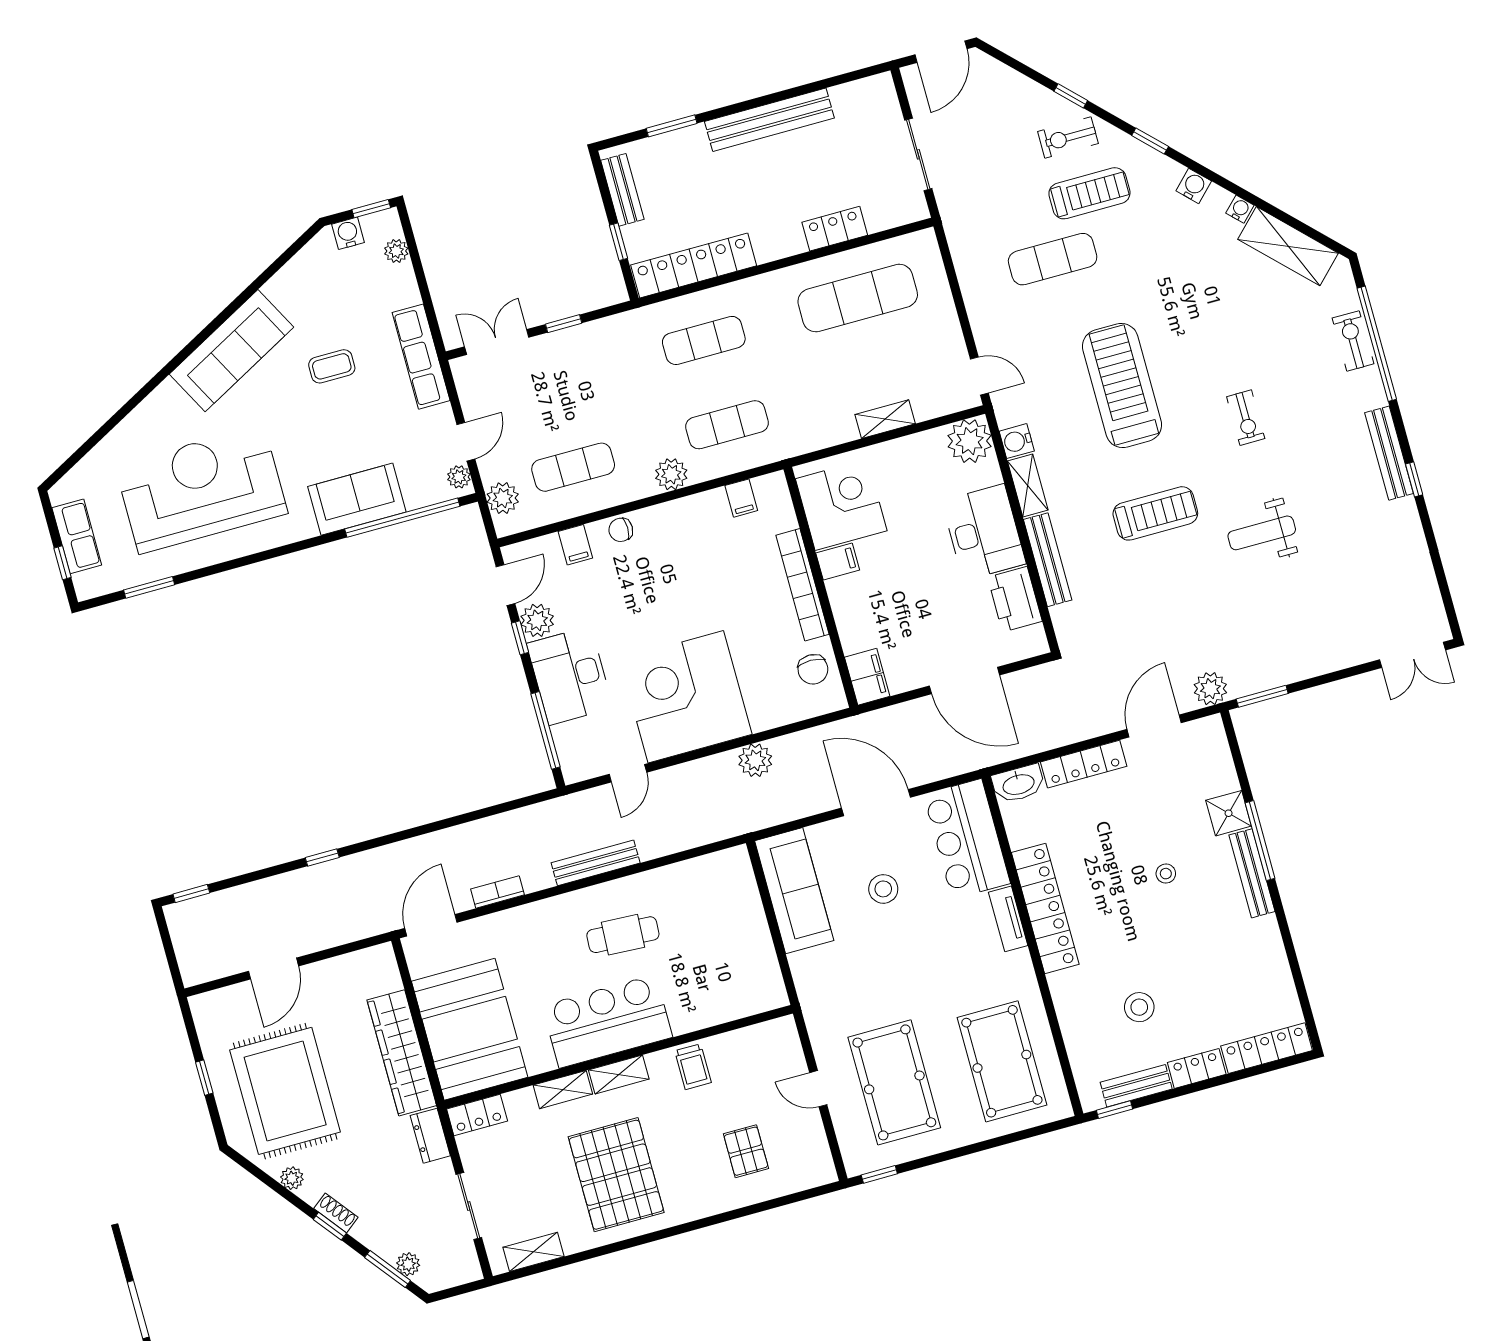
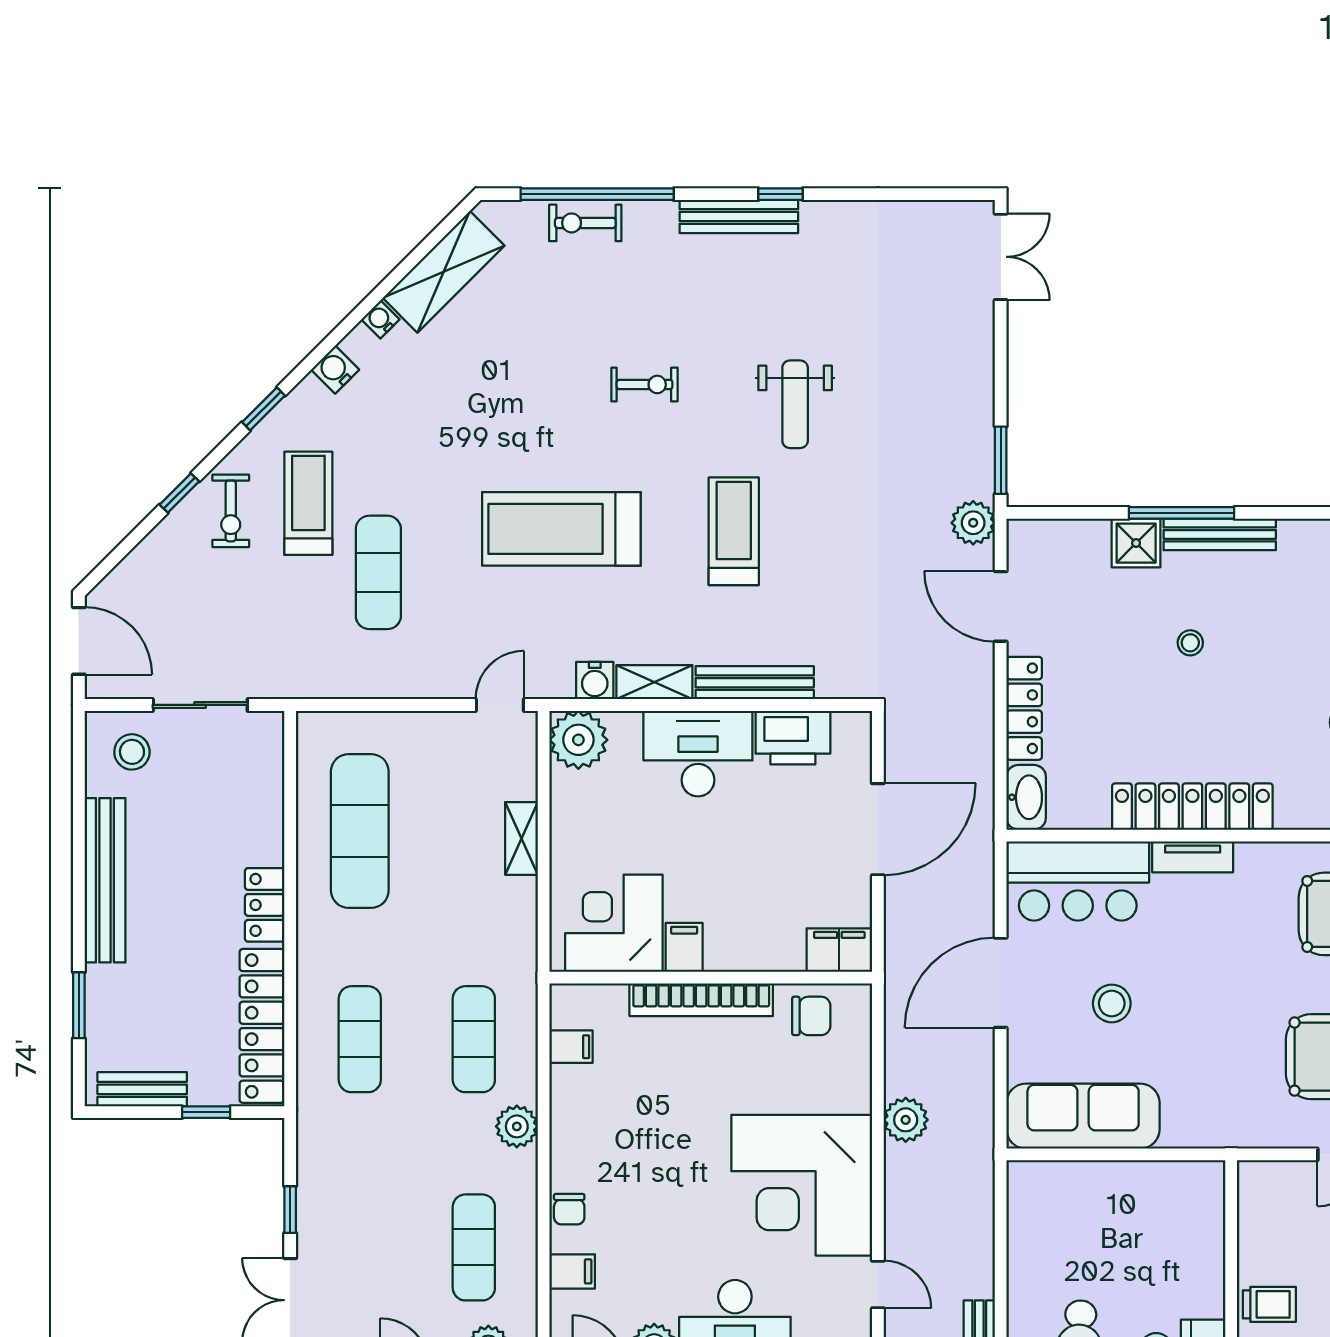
stool: (870, 114) -> (132, 752), added
locker: (835, 229) -> (265, 905), moved

